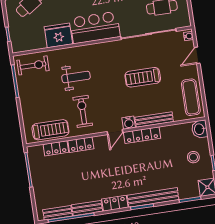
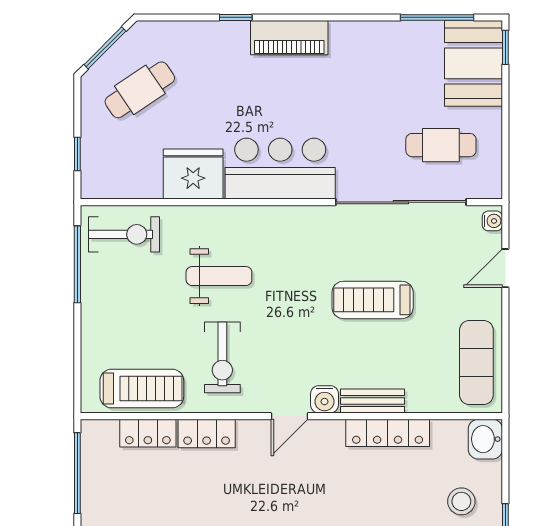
exercise bike: (83, 111) -> (222, 357), turned 180
bench: (154, 119) -> (373, 401), width x0.73
locker: (142, 135) -> (388, 433), moved

